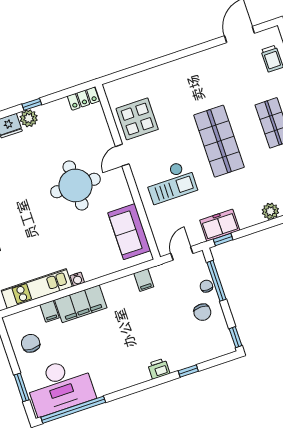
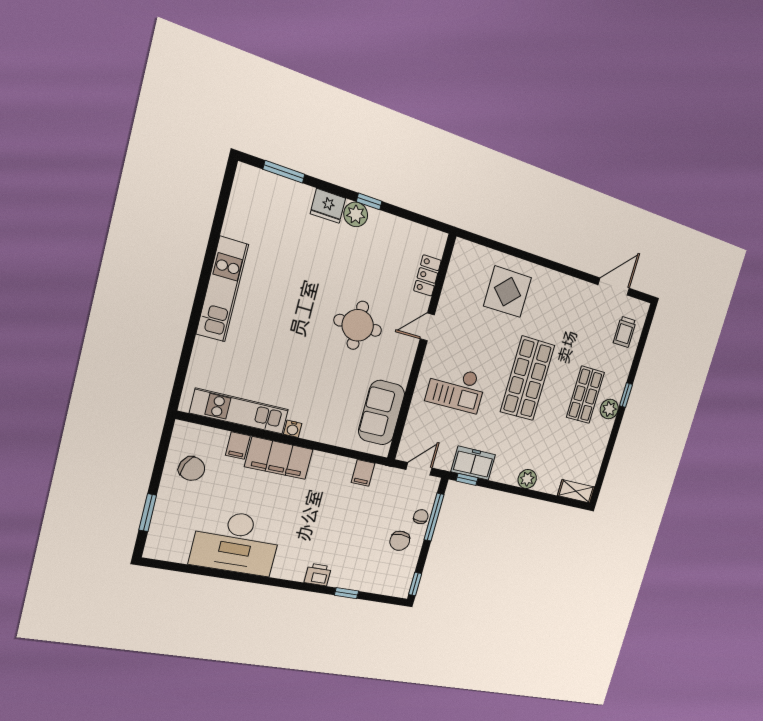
locker: (83, 99) -> (427, 275), moved, turned 90
display table: (137, 119) -> (508, 292), moved
round table: (75, 185) -> (358, 325), width x0.73, depth x0.73
chair: (31, 343) -> (192, 469), turned 113
desk: (60, 386) -> (236, 543), moved
window: (73, 410) -> (194, 570), removed

